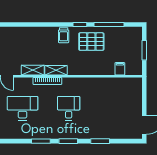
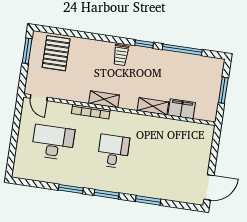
pallet: (91, 42) -> (56, 53), moved, turned 90
filing cabinet: (120, 69) -> (182, 109), width x2.00
shelving: (33, 70) -> (153, 106), moved

